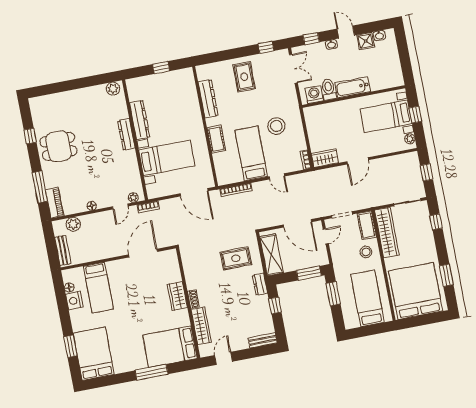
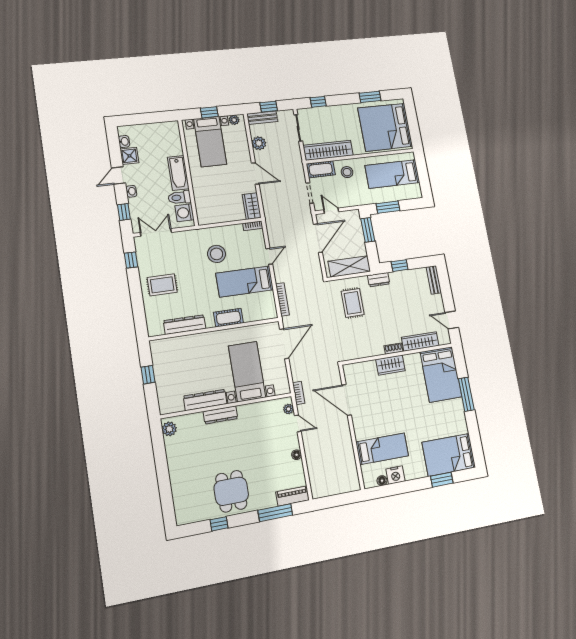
plant: (73, 224) -> (259, 143), moved
bench: (63, 250) -> (262, 118), moved

